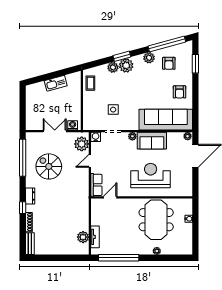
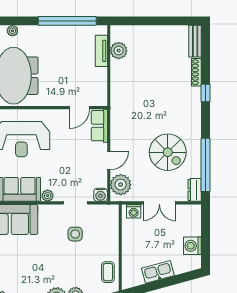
washing machine: (32, 101) -> (192, 246), added
dresser: (30, 196) -> (195, 190), moved

